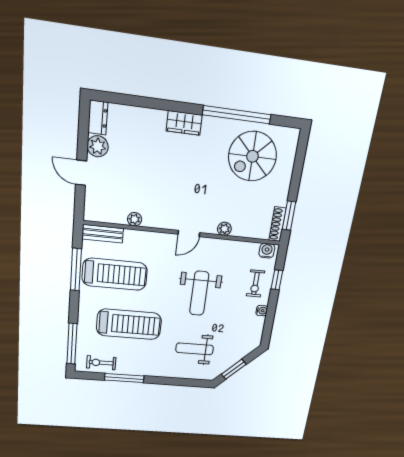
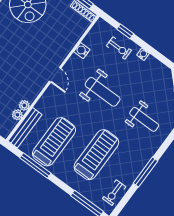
plant: (224, 229) -> (17, 115), moved
bench: (103, 234) -> (25, 128), width x1.36
water cooler: (267, 251) -> (82, 51), moved
weight bench: (195, 349) -> (144, 119), turned -90
window: (124, 378) -> (145, 172), moved

